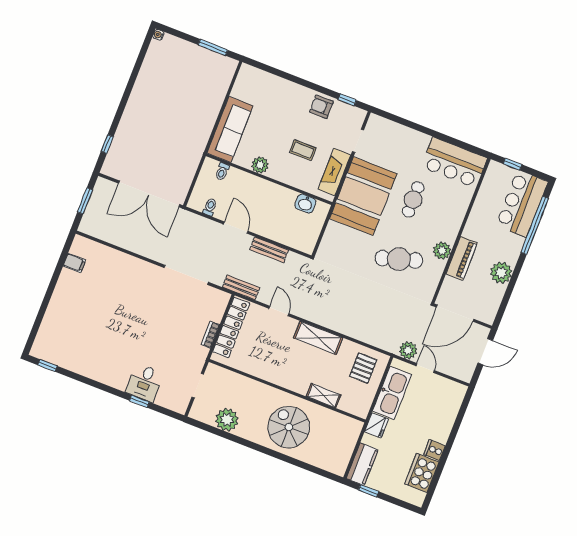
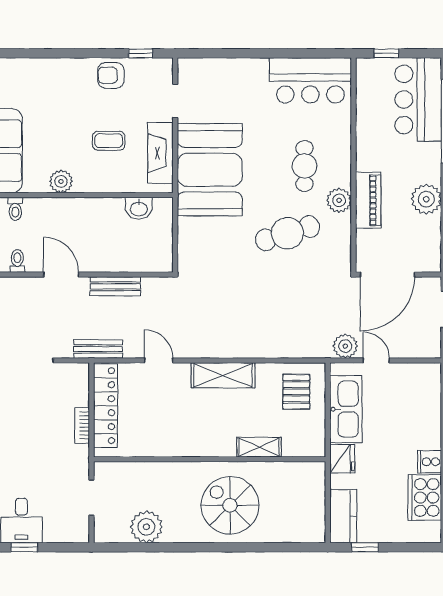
cafe table: (413, 200) -> (304, 166), moved

